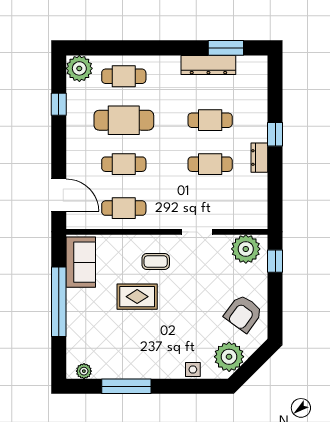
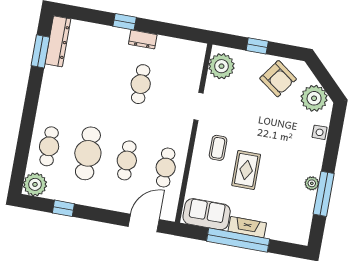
dresser: (208, 65) -> (58, 41), moved
cafe table: (210, 120) -> (102, 77), removed
window: (275, 261) -> (257, 46), moved
fireplace: (75, 309) -> (247, 227), added
plant: (84, 371) -> (312, 183), moved

